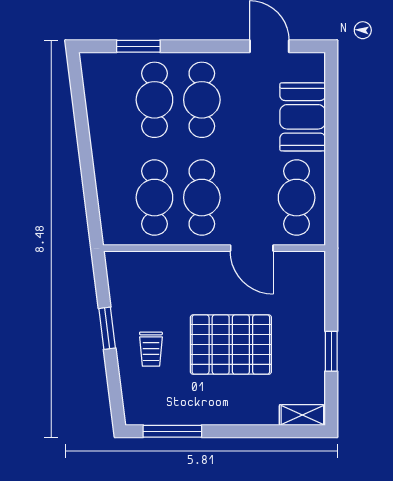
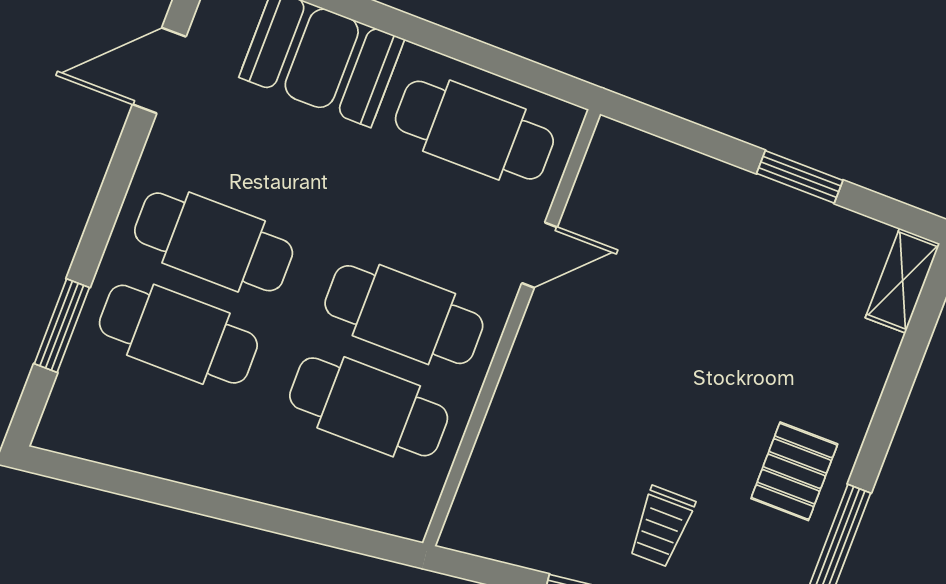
door: (252, 248) -> (540, 255), width x0.73
pallet: (231, 345) -> (794, 471), moved, width x0.49, depth x0.50
trolley: (151, 349) -> (661, 527), turned 90

